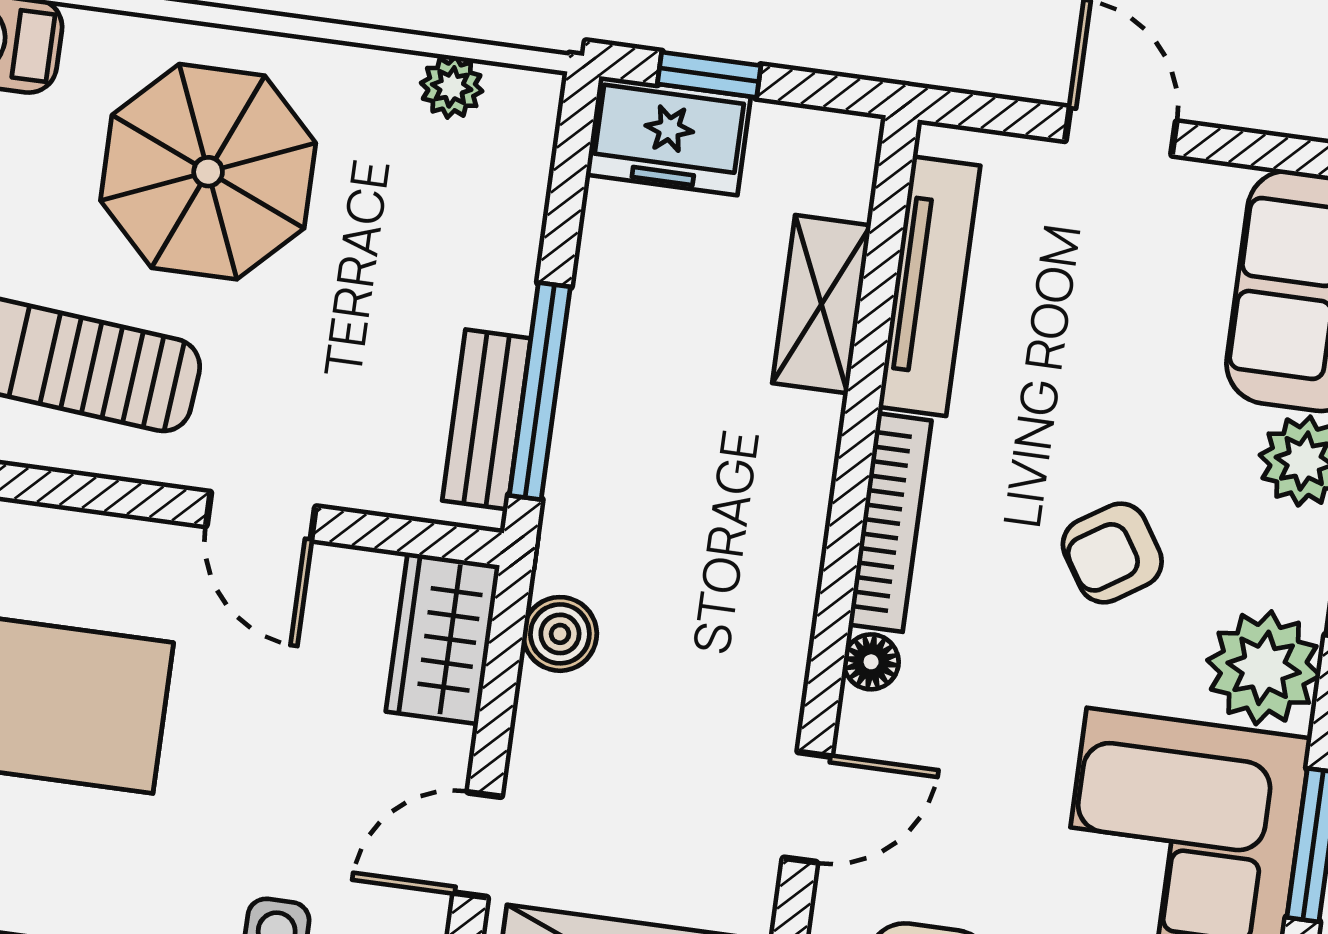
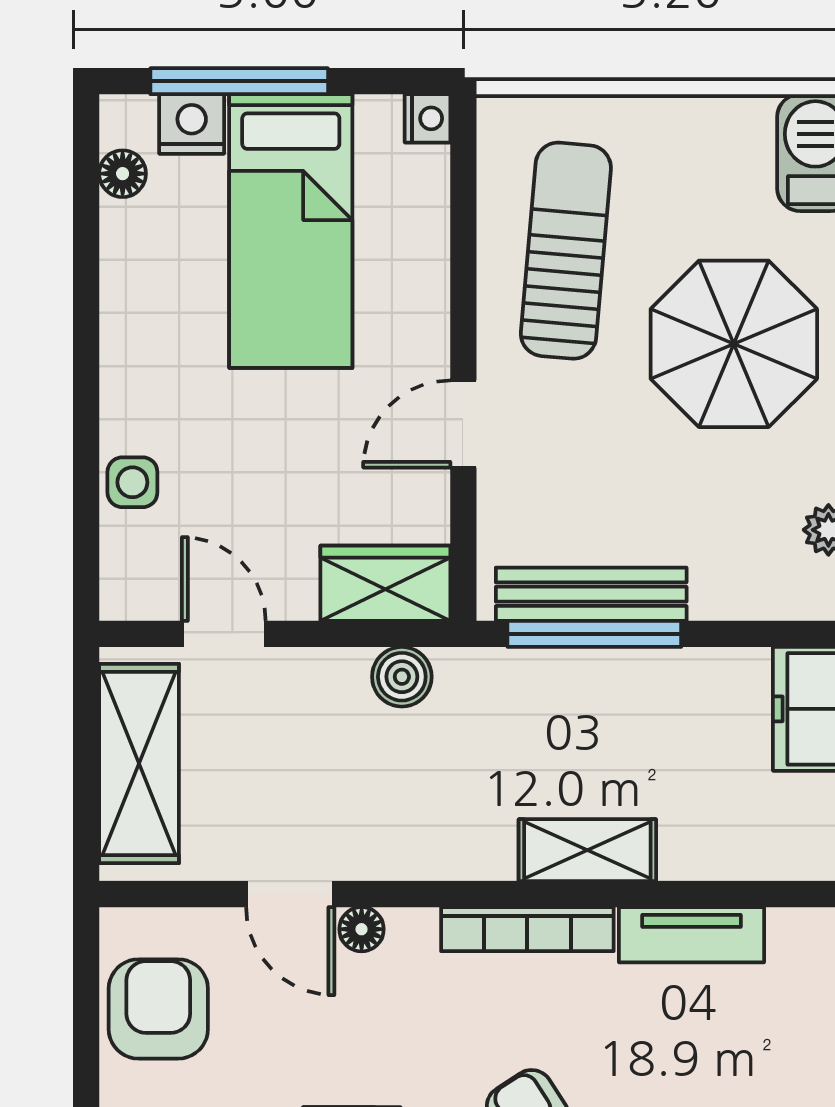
tv unit: (929, 286) -> (691, 935), width x0.71
shelving: (821, 304) -> (587, 850), moved
bench: (486, 419) -> (591, 594), width x1.36
floor lamp: (871, 662) -> (362, 929), moved

